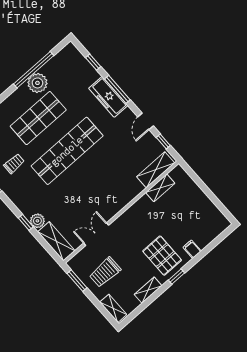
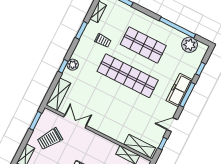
plant: (37, 83) -> (190, 45), moved
plant: (37, 221) -> (73, 65), moved
trolley: (105, 272) -> (50, 139), turned -57

